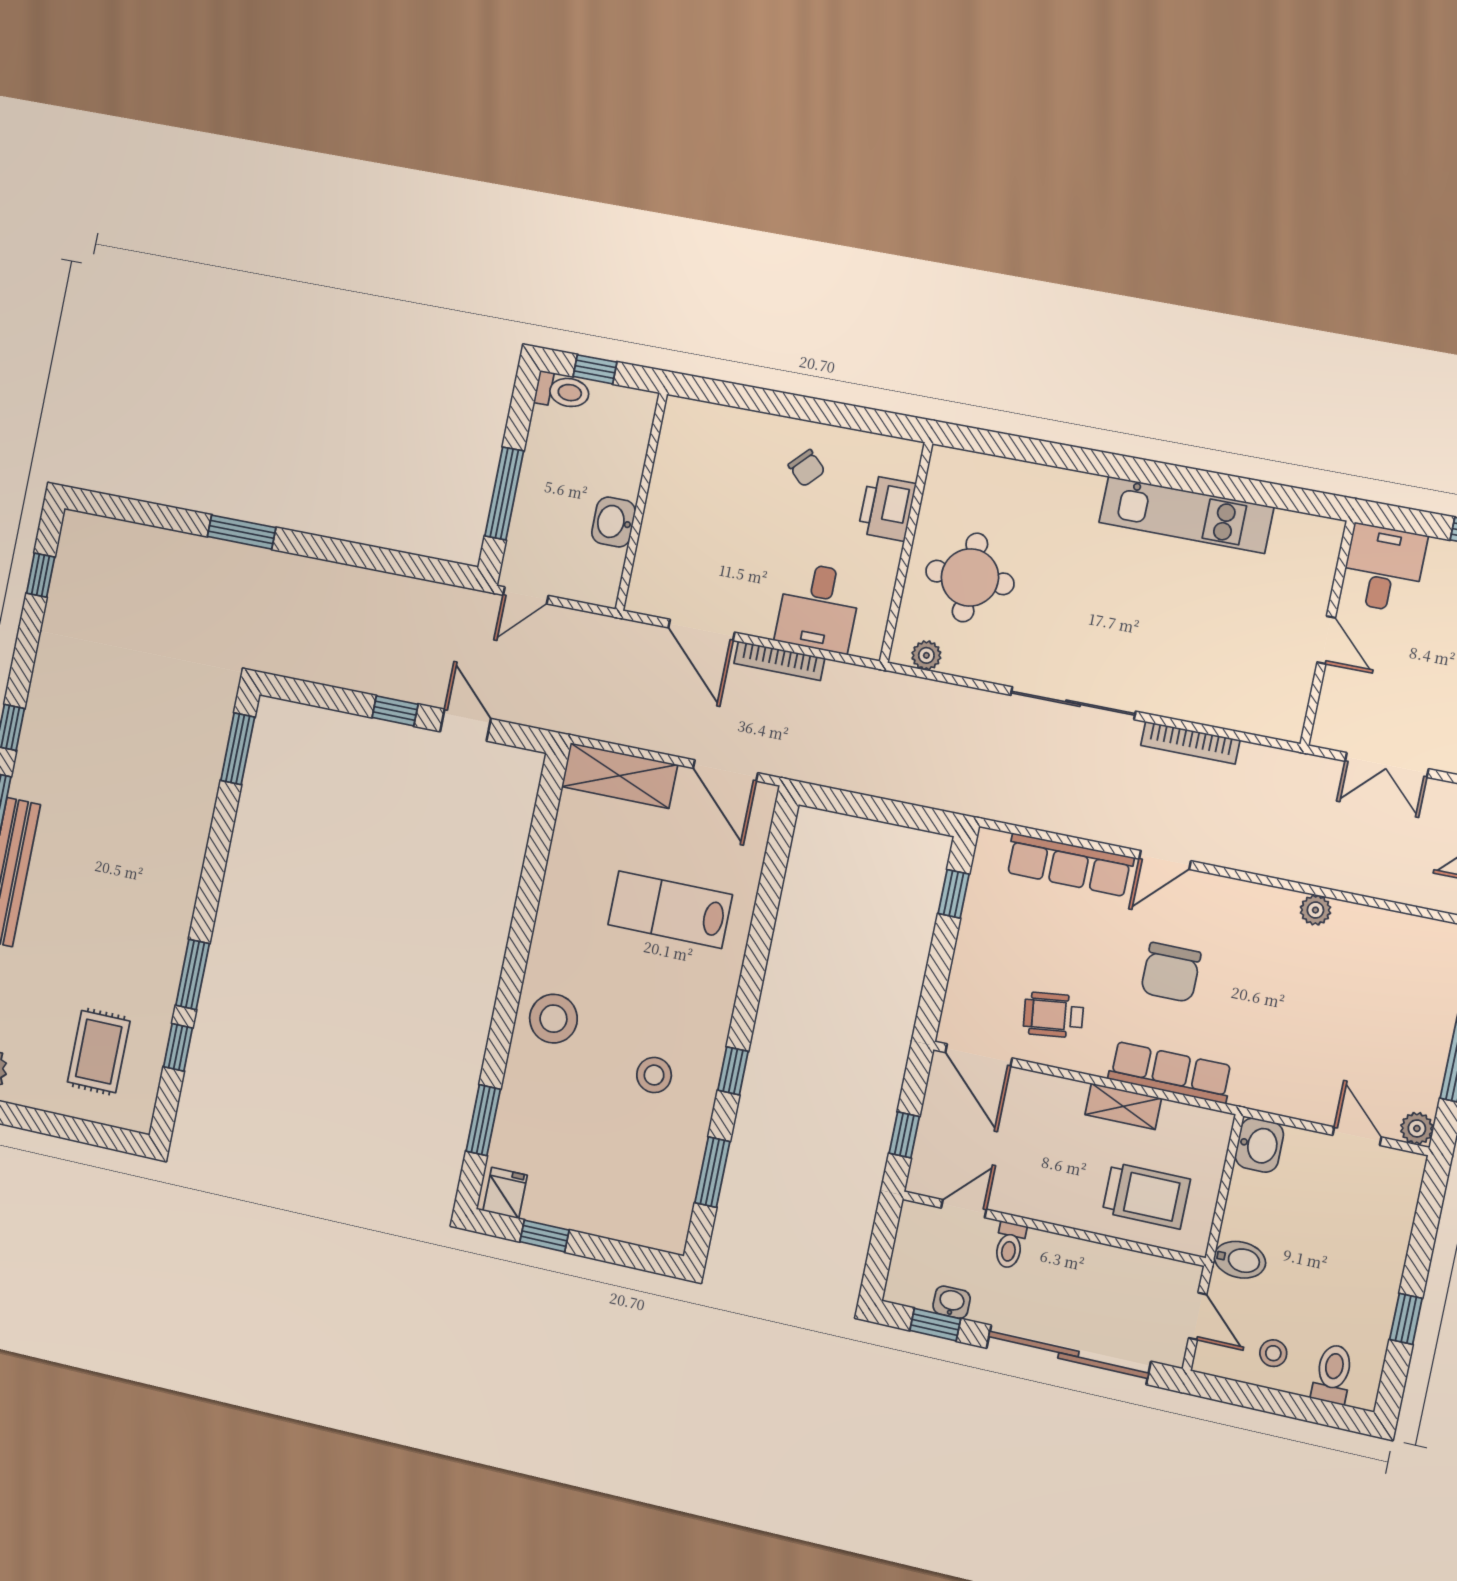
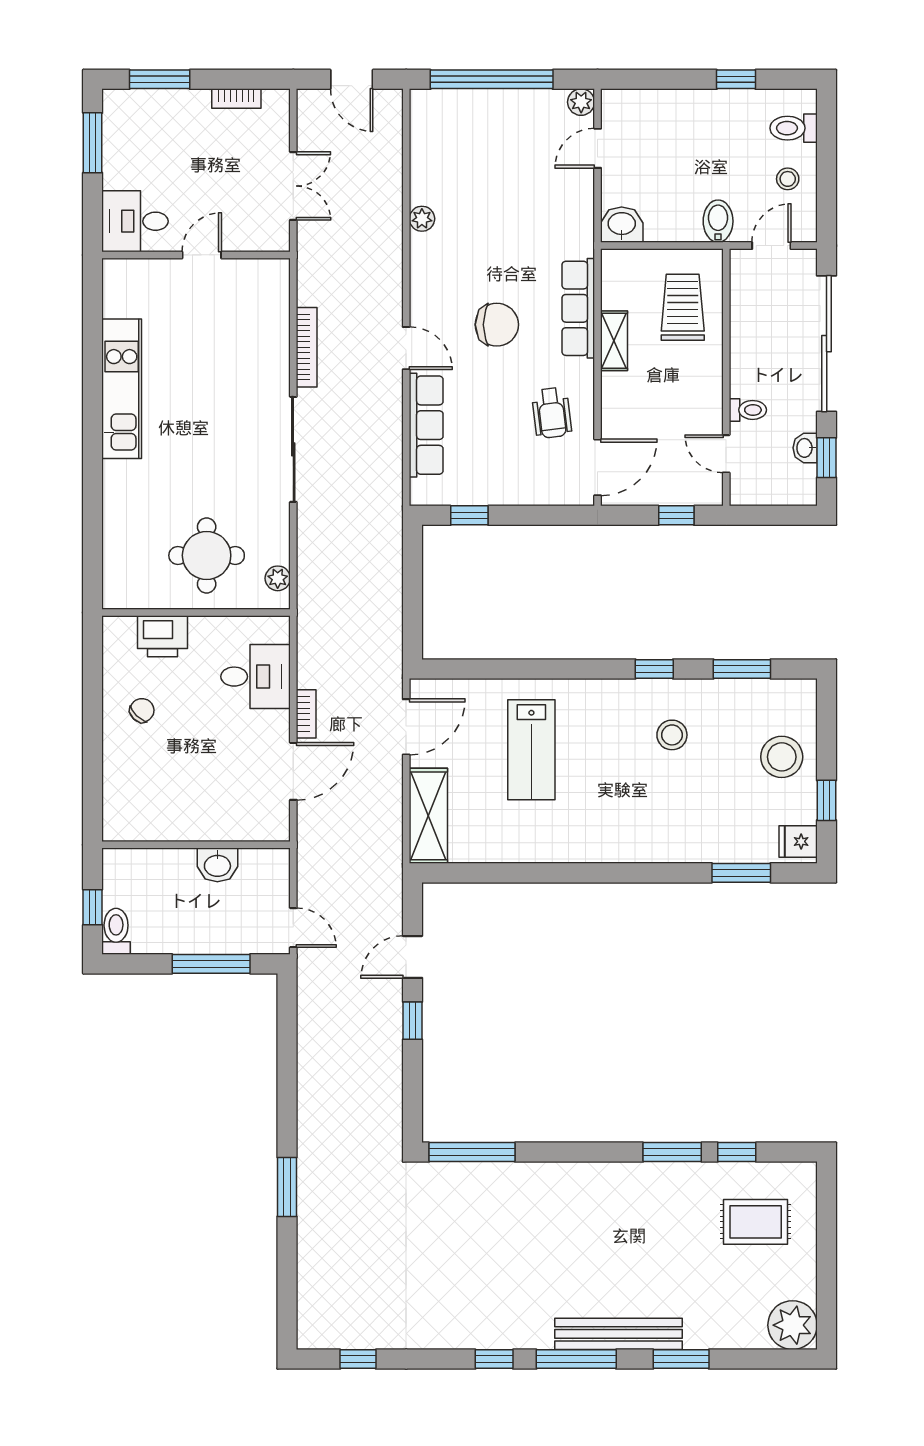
bookcase: (779, 661) -> (306, 714), width x0.64
window: (238, 749) -> (472, 1152), width x1.44
stool: (553, 1019) -> (782, 757), moved

